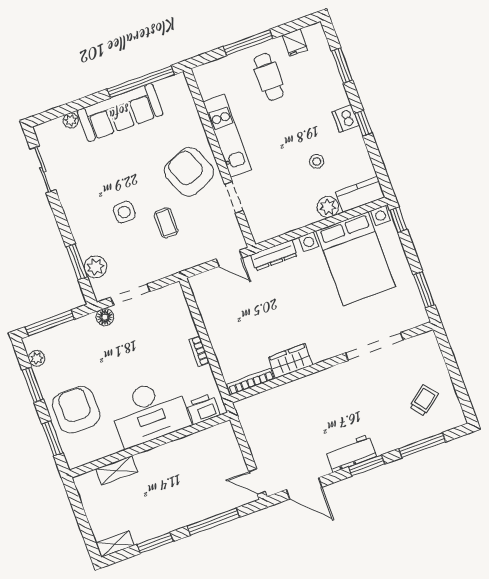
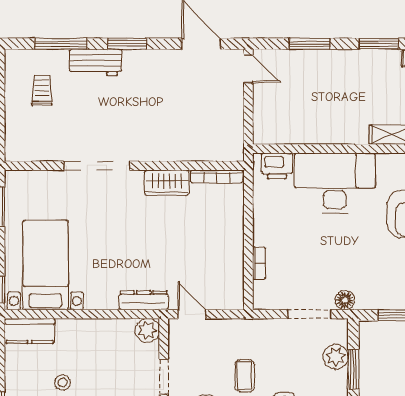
plant: (328, 207) -> (147, 330), moved
bed with nightstands: (356, 259) -> (45, 265), width x0.73
doorway: (374, 347) -> (97, 166), moved
bookcase: (199, 351) -> (259, 263), moved
trolley: (424, 400) -> (42, 90), turned 128
workbench: (351, 453) -> (95, 63), moved
window: (213, 522) -> (310, 44), width x0.69

